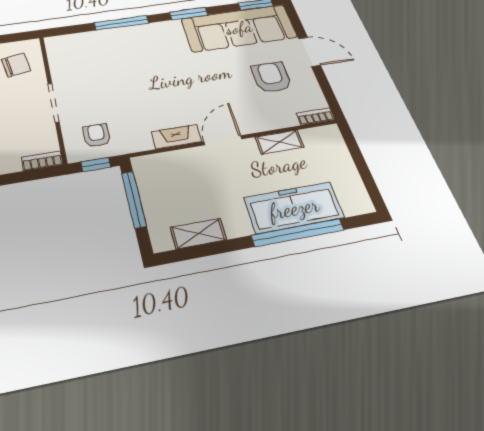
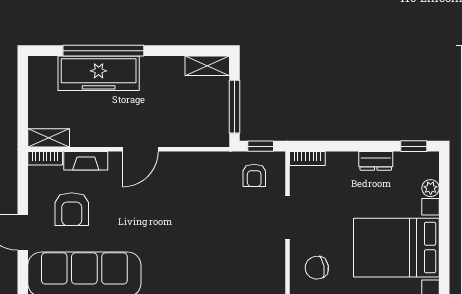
fireplace: (176, 137) -> (86, 161), moved
shelving: (279, 142) -> (49, 138), moved
shelving: (198, 234) -> (207, 66), moved

